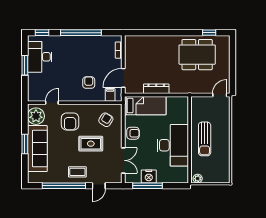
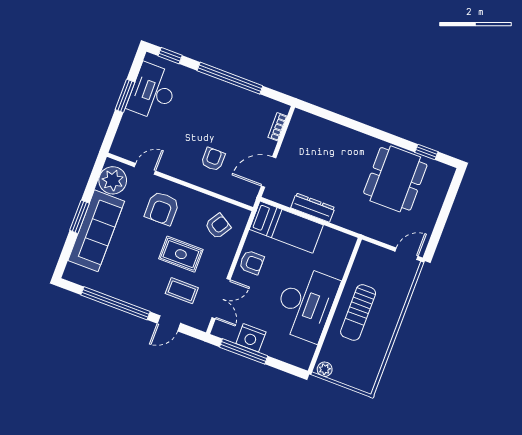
dining table: (197, 55) -> (395, 179), turned 90
filing cabinet: (110, 95) -> (239, 191), removed
coffee table: (77, 172) -> (182, 291), moved

